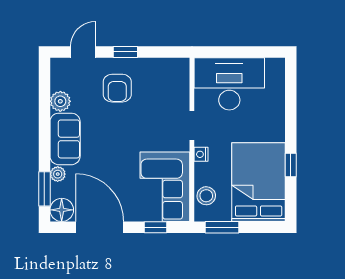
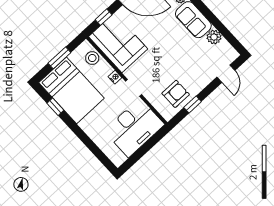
window: (125, 52) -> (193, 105), moved
armchair: (117, 88) -> (176, 94), moved, turned 90
window: (291, 165) -> (55, 107), moved
window: (222, 227) -> (59, 58), moved

